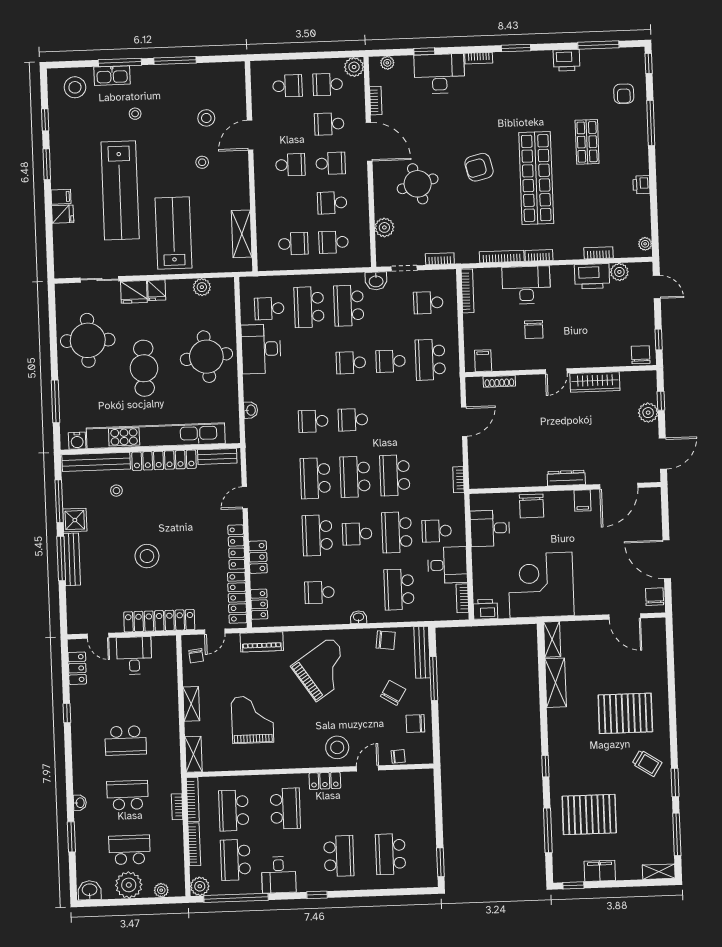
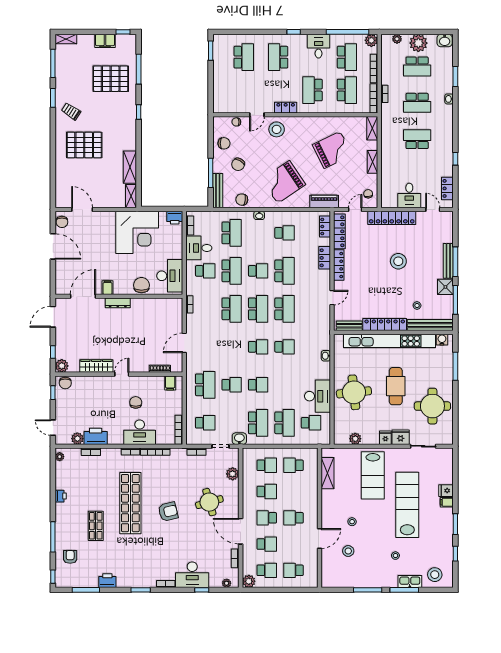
plant: (648, 413) -> (62, 366), moved
desk: (490, 528) -> (170, 276), width x1.37
grand piano: (252, 720) -> (332, 150), turned -116

